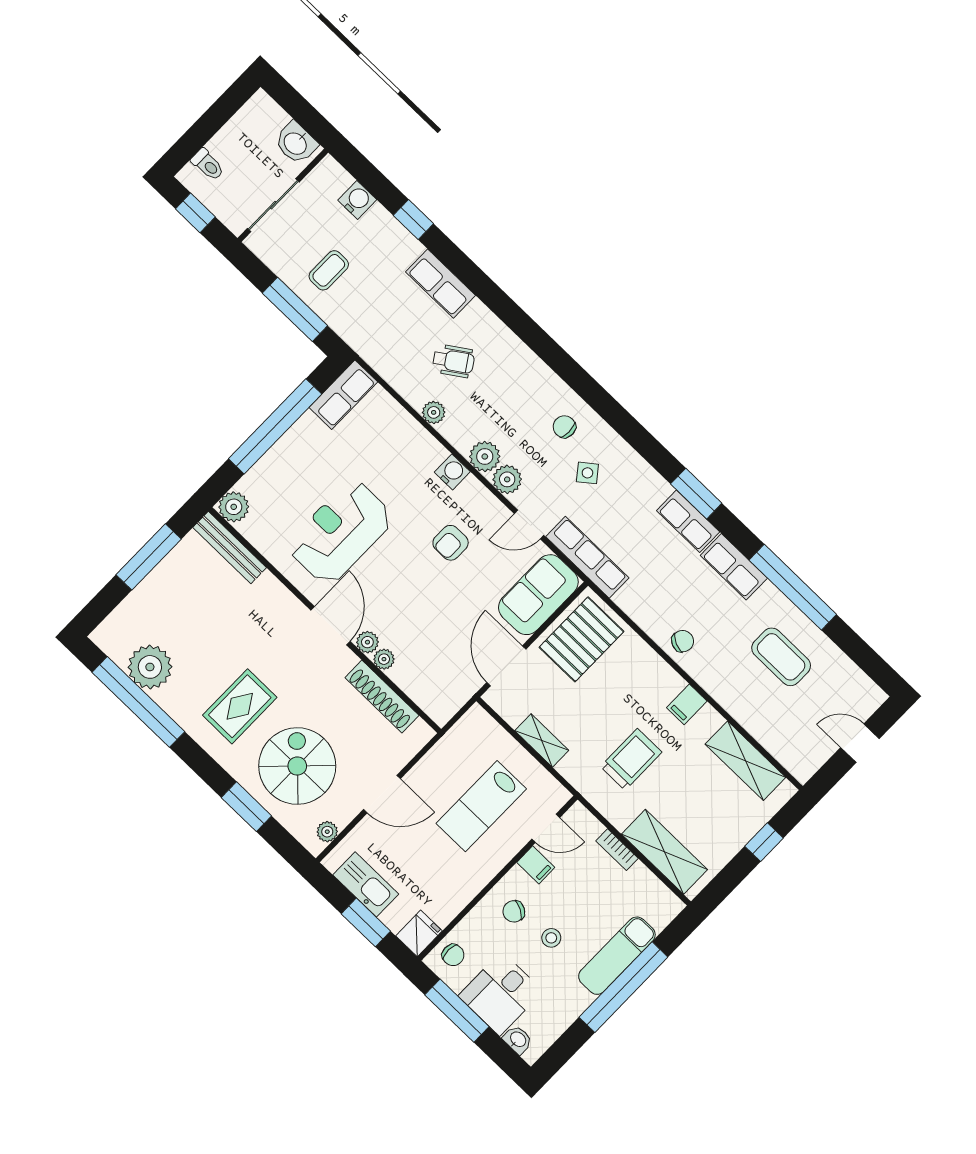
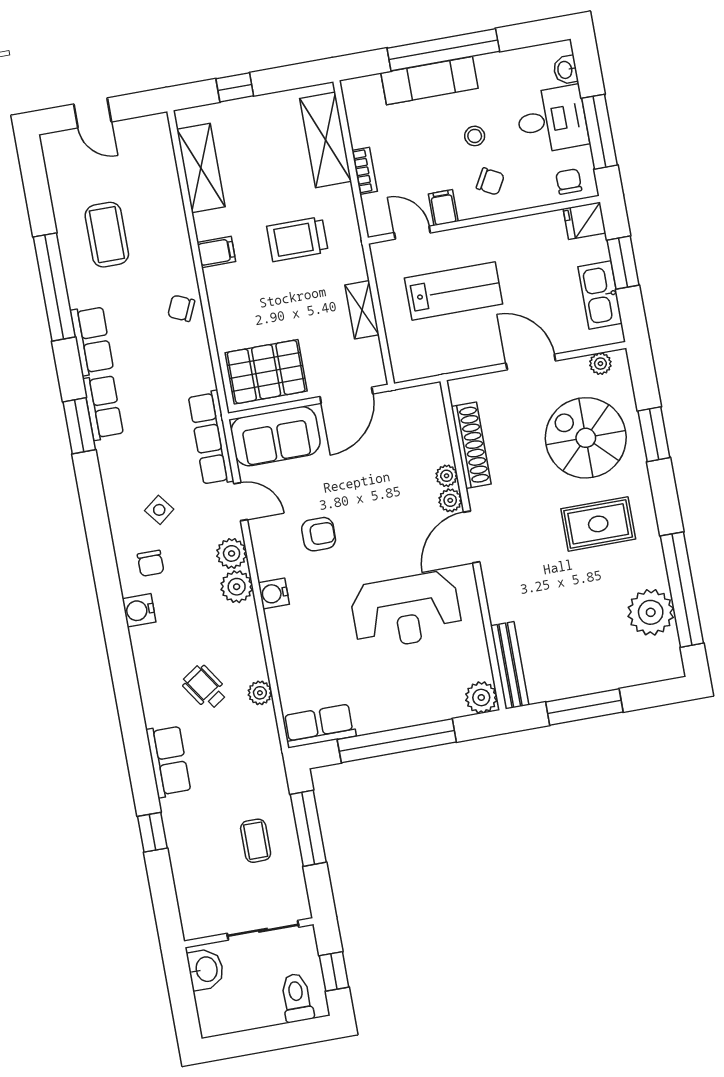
toilet: (208, 165) -> (297, 998), width x1.37, depth x1.39
water cooler: (357, 200) -> (139, 610), moved
coffee table: (329, 270) -> (256, 841), turned 90
plant: (434, 412) -> (260, 693), moved
spiral stairs: (297, 766) -> (586, 438), turned 90

